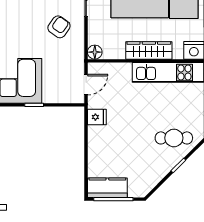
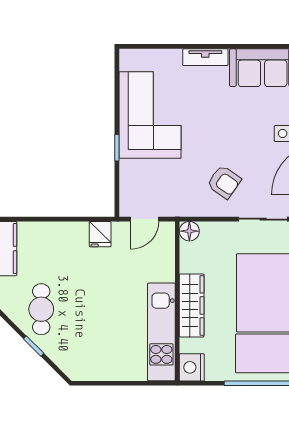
door: (86, 85) -> (145, 219), hinge flipped
cafe table: (174, 138) -> (41, 309), moved

